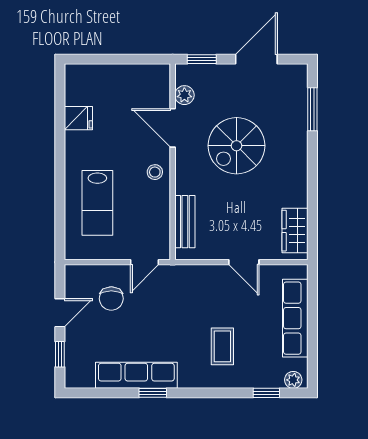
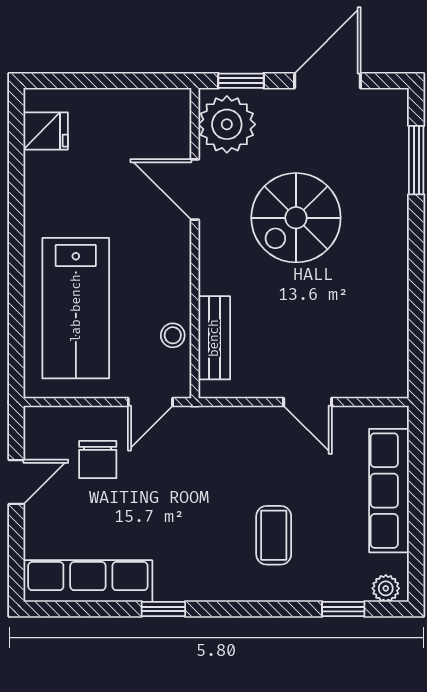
plant: (184, 95) -> (227, 124), width x1.87, depth x1.87
fridge: (78, 118) -> (46, 131), moved
stool: (155, 172) -> (173, 335), moved
lab bench: (97, 203) -> (76, 308), width x1.36, depth x1.39
wardrobe: (295, 231) -> (388, 352), removed
window: (60, 354) -> (16, 548), removed
row of seats: (136, 375) -> (88, 581), moved

